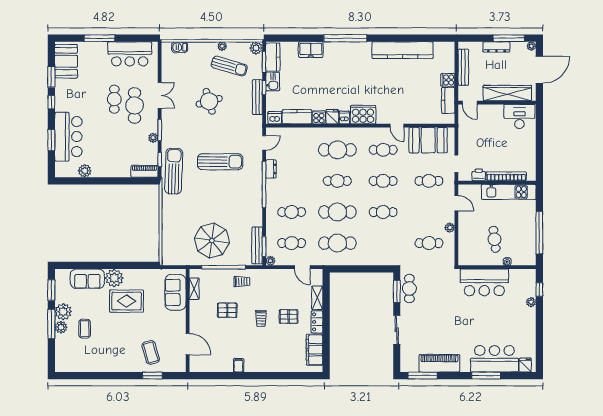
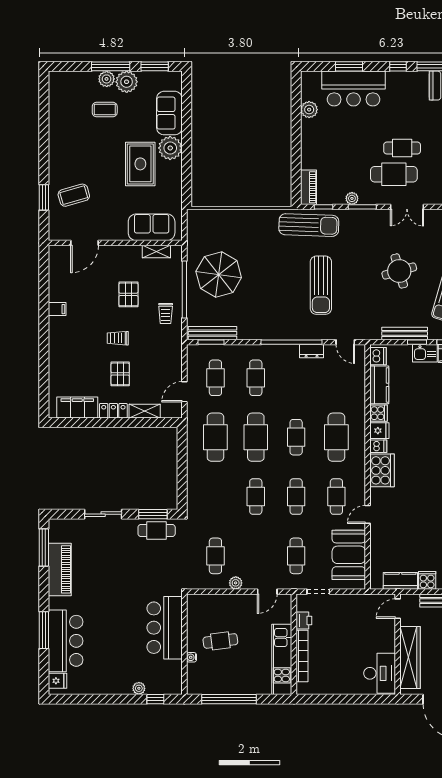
plant: (270, 261) -> (193, 350), removed

